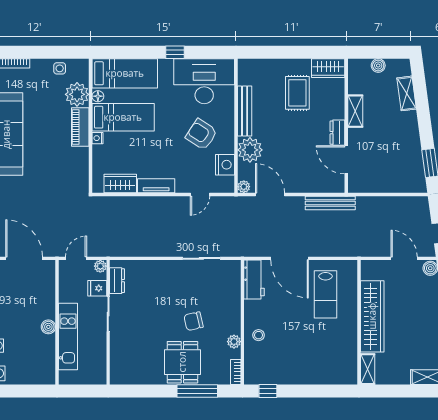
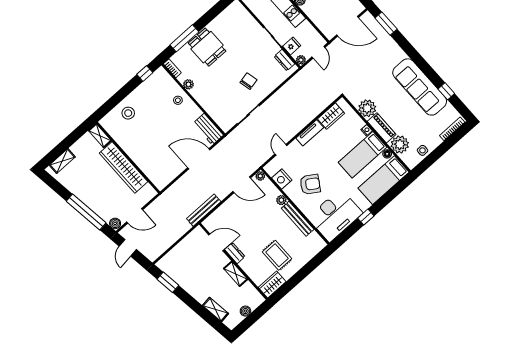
plant: (250, 150) -> (281, 200), width x0.53, depth x0.53
plant: (77, 159) -> (367, 108), added
lab bench: (326, 294) -> (161, 157), removed
chair: (194, 321) -> (249, 81), moved
stool: (319, 366) -> (128, 113), added

